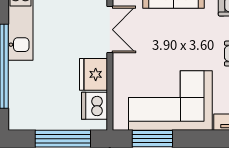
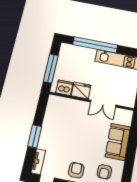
corner sofa: (170, 100) -> (58, 128), removed
window: (152, 139) -> (35, 136), moved

